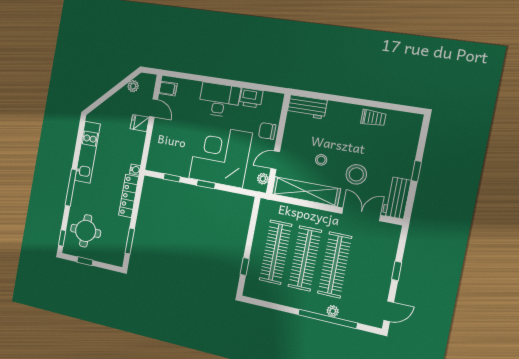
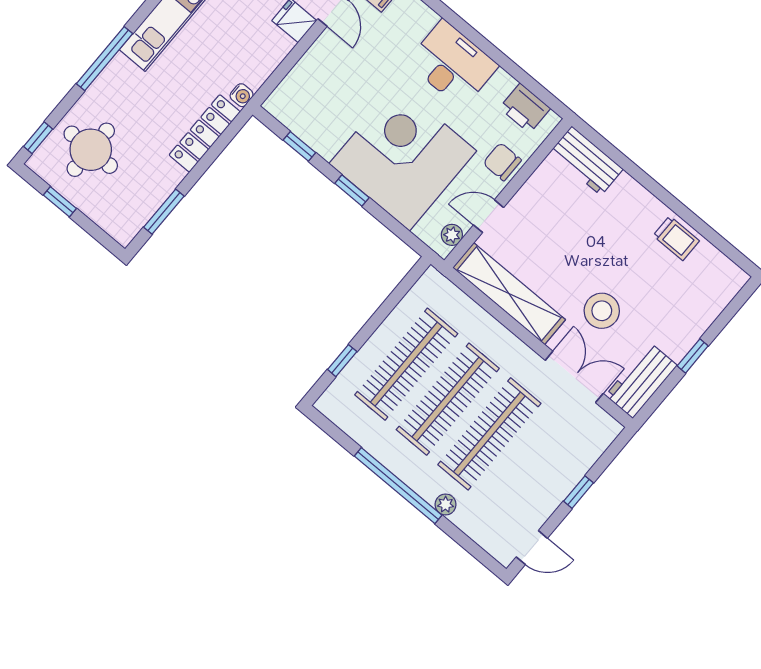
printer: (251, 98) -> (525, 108), moved
stool: (321, 160) -> (561, 257), removed
window: (327, 319) -> (398, 486), moved

